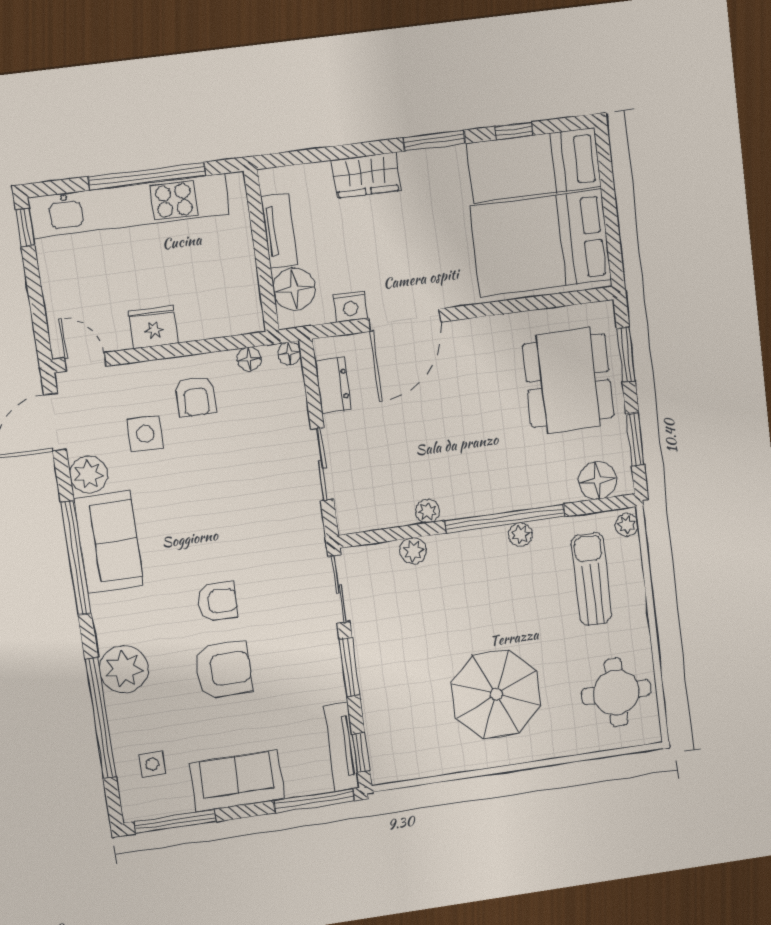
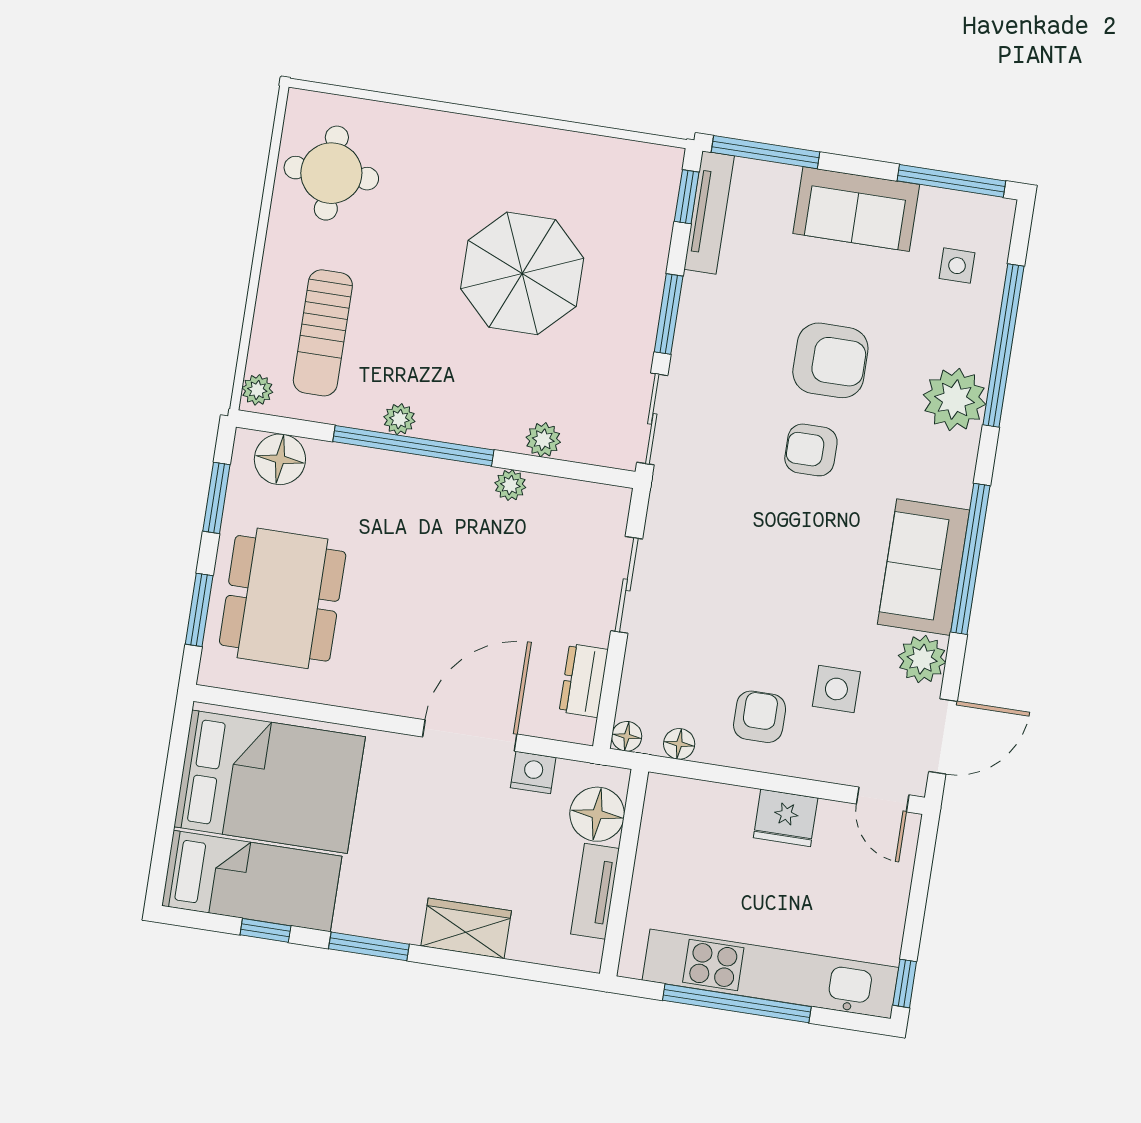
armchair: (223, 670) -> (830, 360), turned 180
parasol: (496, 694) -> (522, 273), moved

